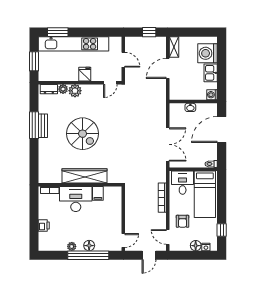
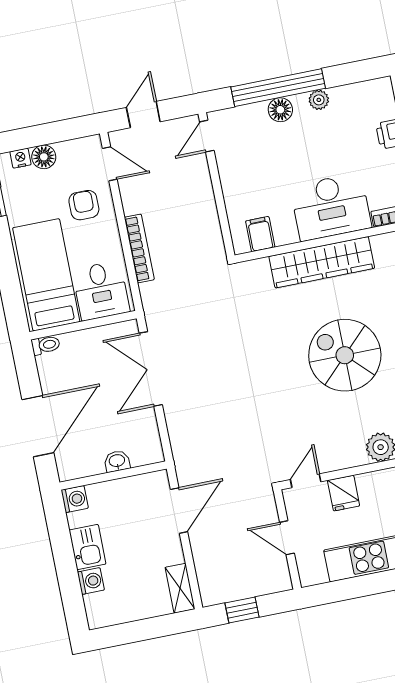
washing machine: (207, 53) -> (91, 581), width x0.53, depth x0.53
door: (168, 68) -> (179, 510), moved
fridge: (85, 74) -> (344, 493), moved
filing cabinet: (98, 193) -> (260, 234), moved

